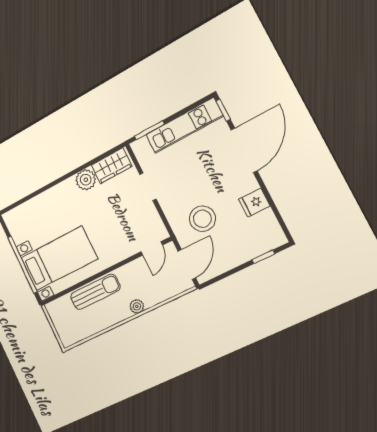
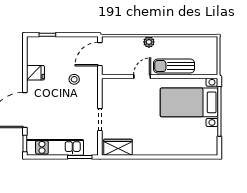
plant: (86, 180) -> (141, 147), removed
stool: (202, 219) -> (74, 79), width x0.53, depth x0.53
door: (152, 248) -> (142, 76), moved

